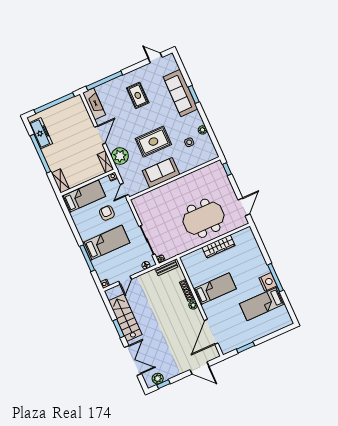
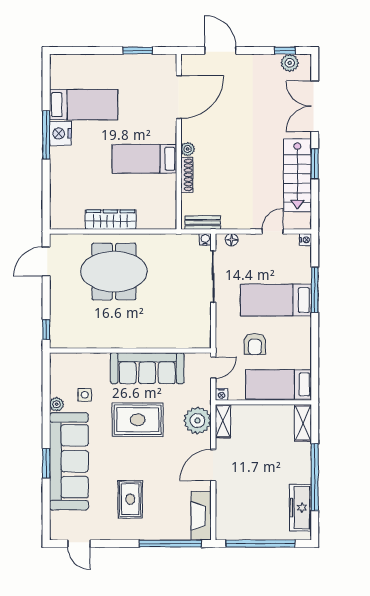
sofa: (180, 93) -> (69, 461), width x1.36, depth x1.27
sofa: (161, 173) -> (147, 368), width x1.36

